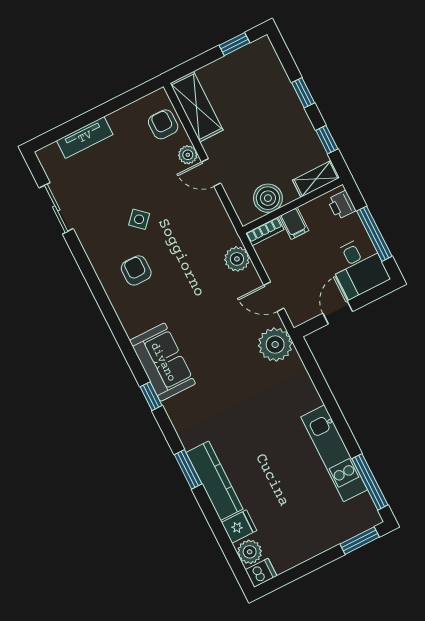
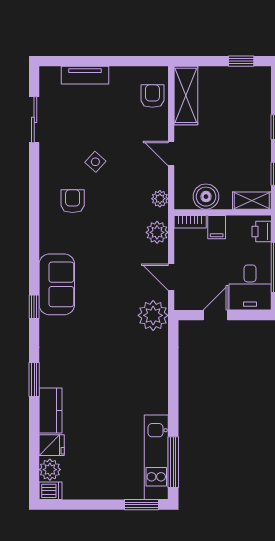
plant: (188, 155) -> (160, 199), moved
kitchen unit: (334, 453) -> (156, 457), moved
kitchen counter: (214, 481) -> (50, 410), width x0.67

